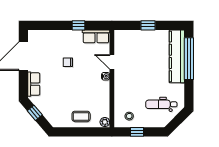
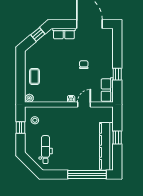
kitchen counter: (177, 56) -> (106, 146), moved, turned -90

